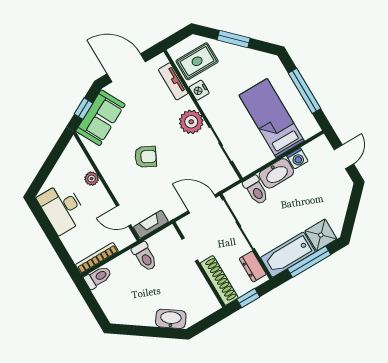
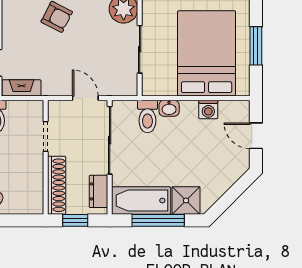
window: (305, 91) -> (256, 46), width x0.69
bed: (272, 118) -> (207, 53), width x1.50
door: (344, 157) -> (256, 136), swing flipped
washbasin: (276, 173) -> (169, 108), width x0.52, depth x0.69
door: (202, 204) -> (85, 98), width x0.73

